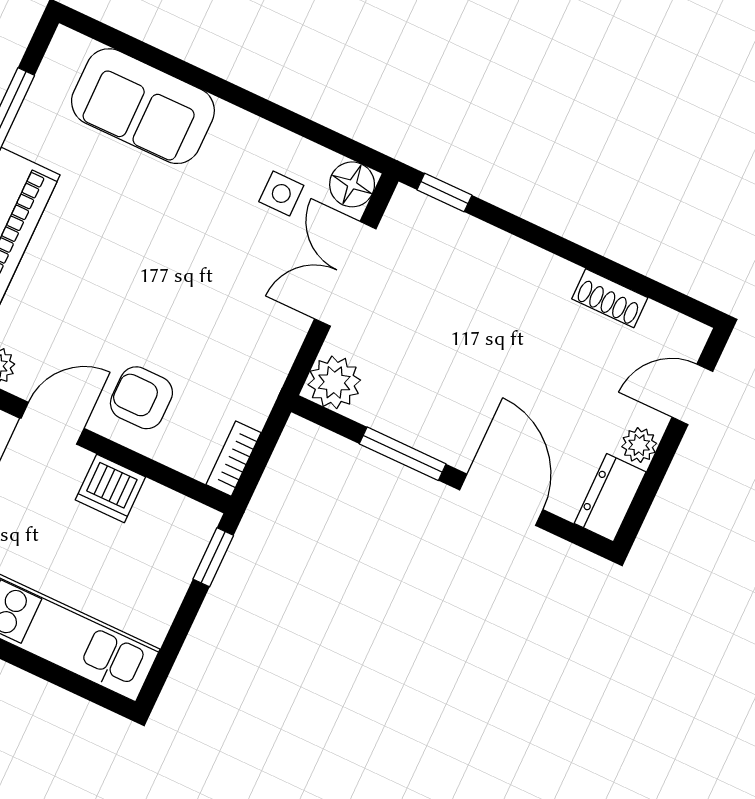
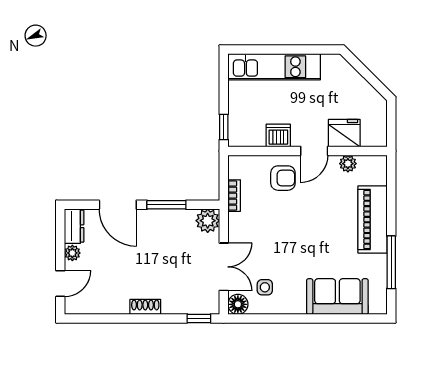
shoe rack: (610, 298) -> (145, 307), moved
bookcase: (233, 459) -> (234, 196), moved

